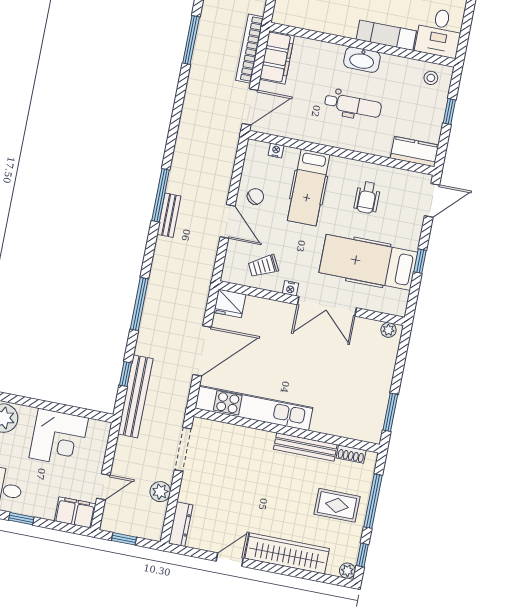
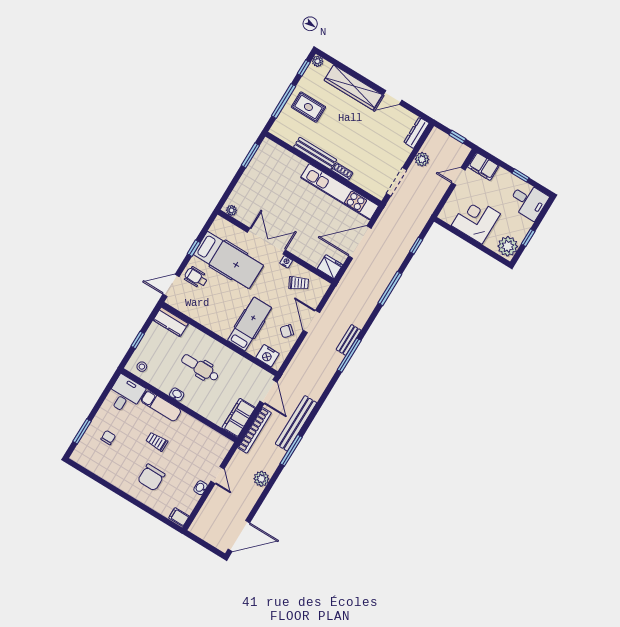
washbasin: (362, 60) -> (177, 394), width x0.52, depth x0.69
door: (250, 107) -> (269, 392), swing flipped
nightstand: (276, 151) -> (268, 356), width x1.89, depth x1.79
wheelchair: (367, 198) -> (196, 277), moved, turned -90
bench: (135, 396) -> (296, 423), moved
shoe rack: (351, 454) -> (342, 171), moved

